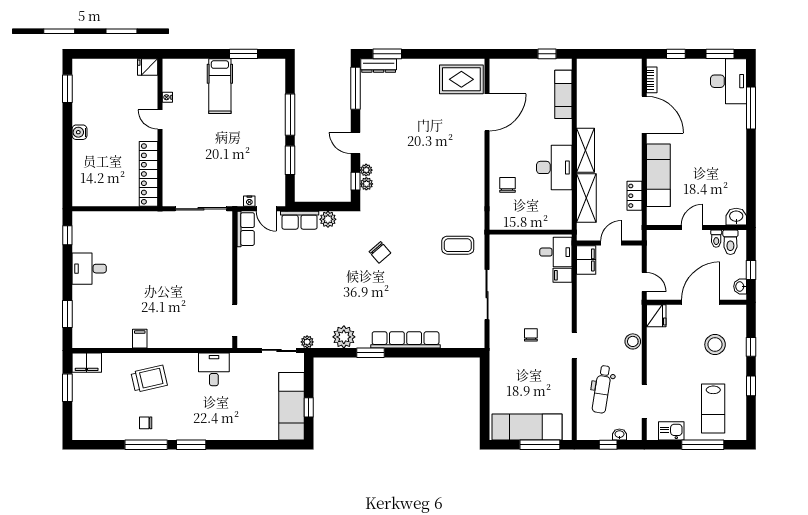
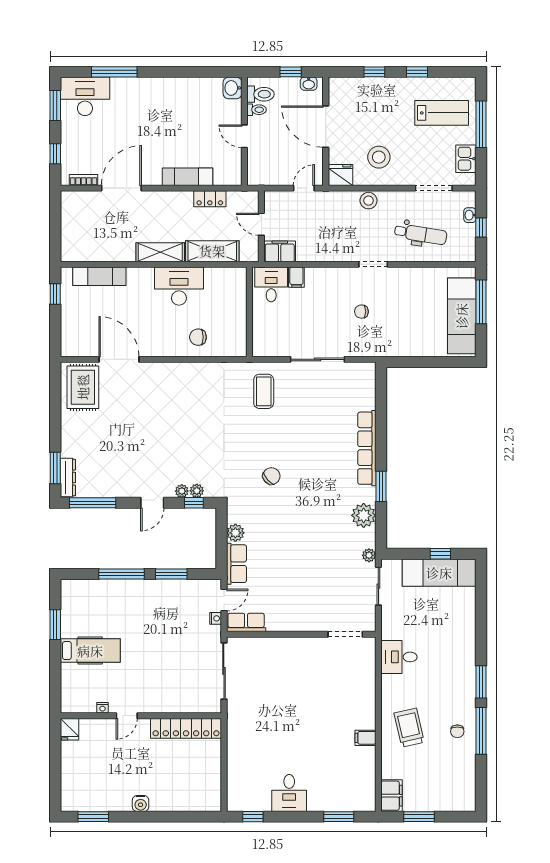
exam couch: (658, 175) -> (187, 177), width x0.73, depth x0.69
stool: (715, 345) -> (379, 157), moved

